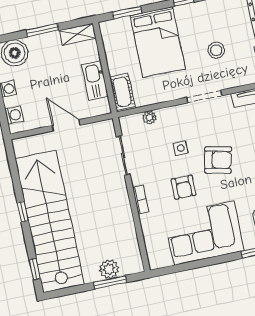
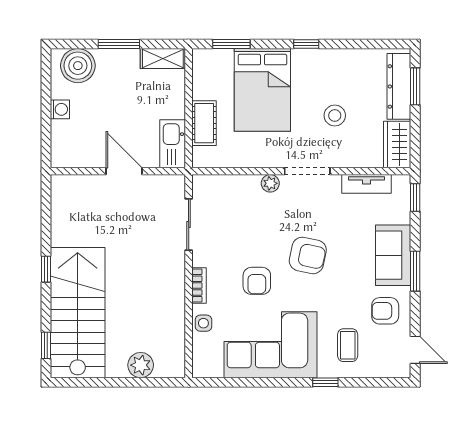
kitchen sink: (95, 81) -> (173, 144), moved
cot: (122, 92) -> (204, 123), moved
washing machine: (14, 115) -> (61, 144), removed
plant: (149, 117) -> (270, 183), moved
side table: (181, 148) -> (203, 323), moved
stairs: (50, 221) -> (78, 313), width x0.73
window: (110, 282) -> (138, 382), removed

